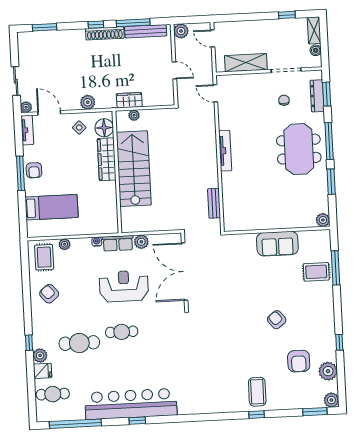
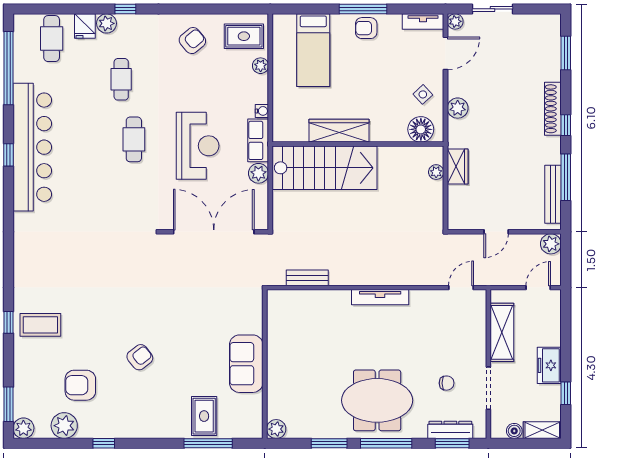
freezer: (268, 28) -> (549, 365), added
shoe rack: (105, 33) -> (553, 109), moved
wardrobe: (107, 159) -> (339, 131), moved
stairs: (134, 169) -> (325, 168), moved
cafe table: (79, 343) -> (121, 79), width x0.73, depth x0.74

